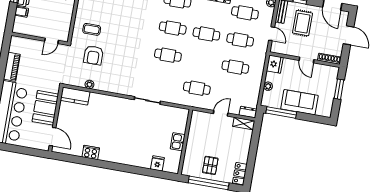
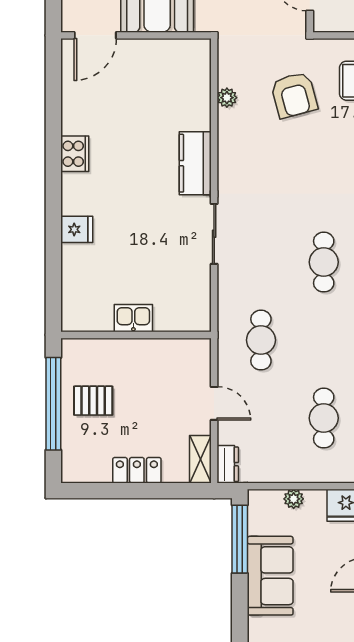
armchair: (93, 55) -> (294, 95), turned -105
kitchen counter: (75, 96) -> (195, 163), moved
cooker: (91, 152) -> (75, 154), moved
fridge: (157, 163) -> (77, 229), moved
locker: (240, 174) -> (137, 470), moved

